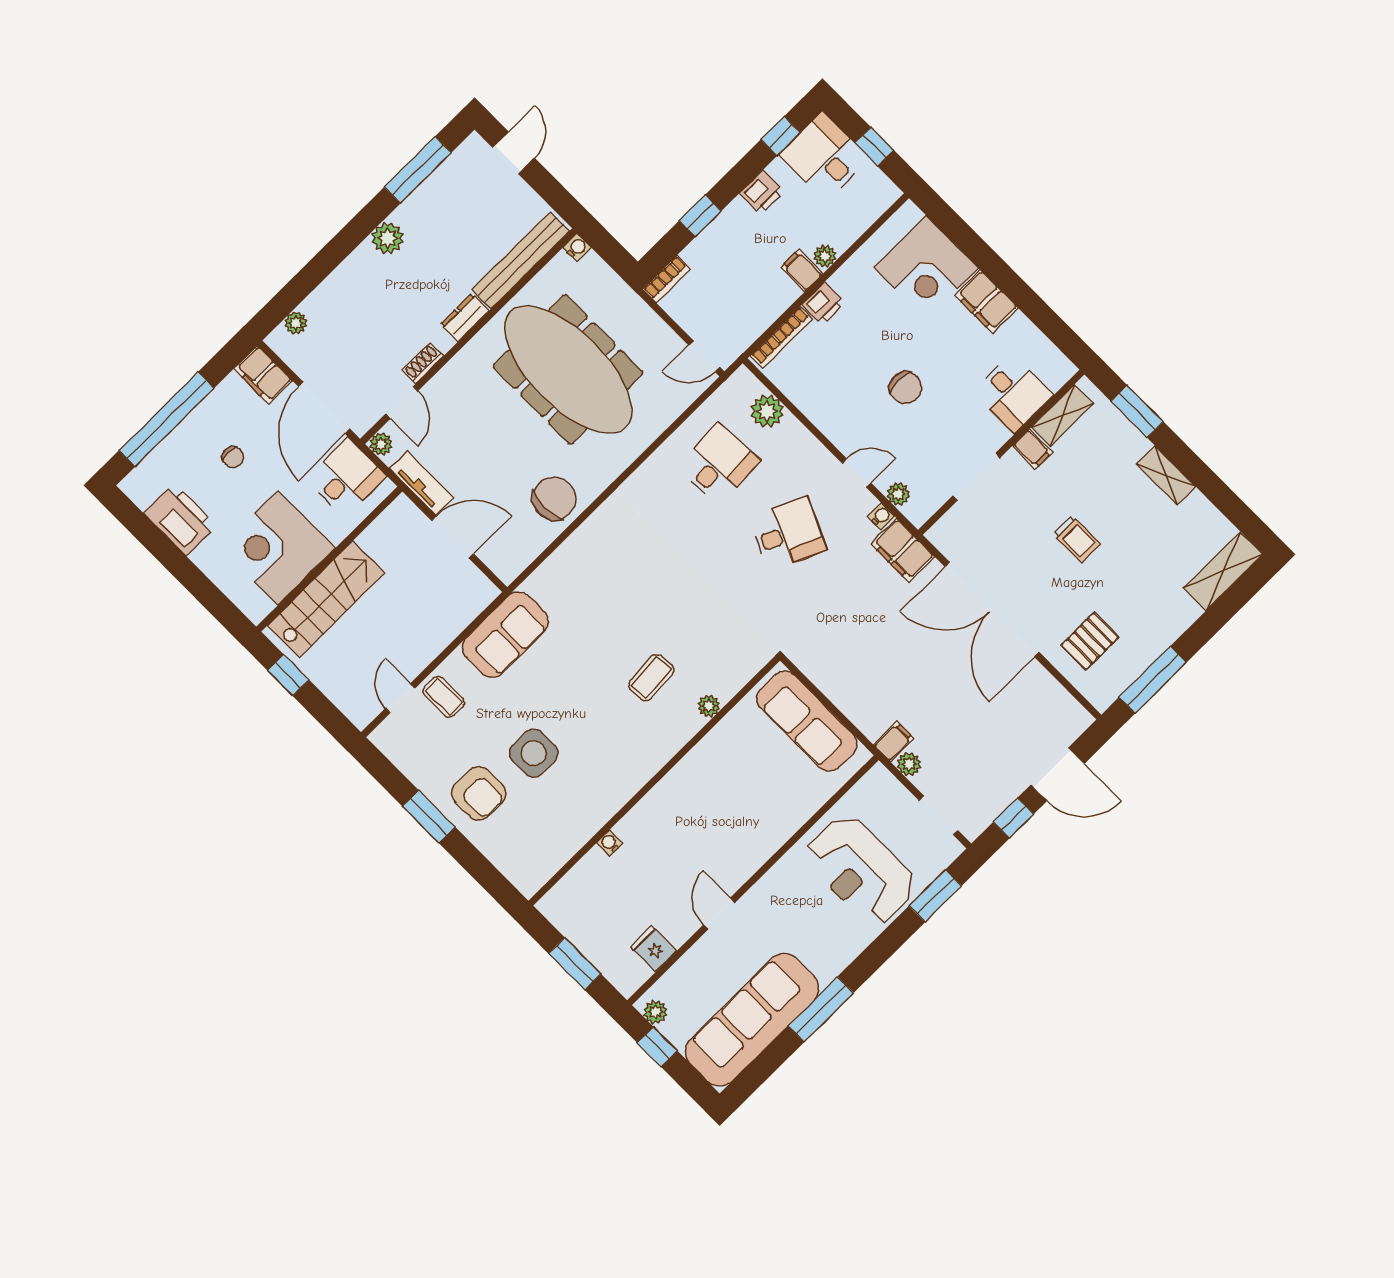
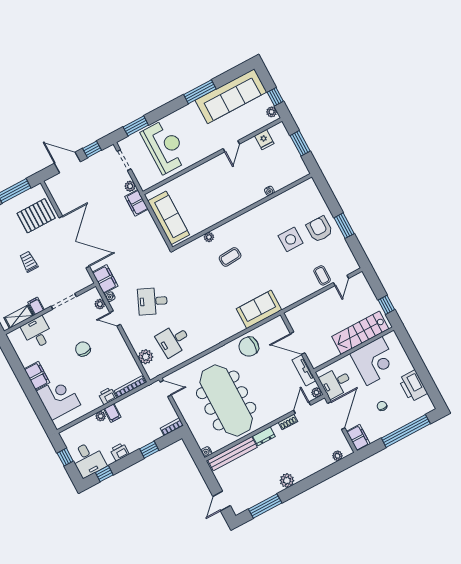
sofa: (505, 635) -> (259, 309), moved
pallet: (1090, 641) -> (36, 216), width x1.50, depth x1.42
filing cabinet: (894, 742) -> (136, 203), width x2.00

